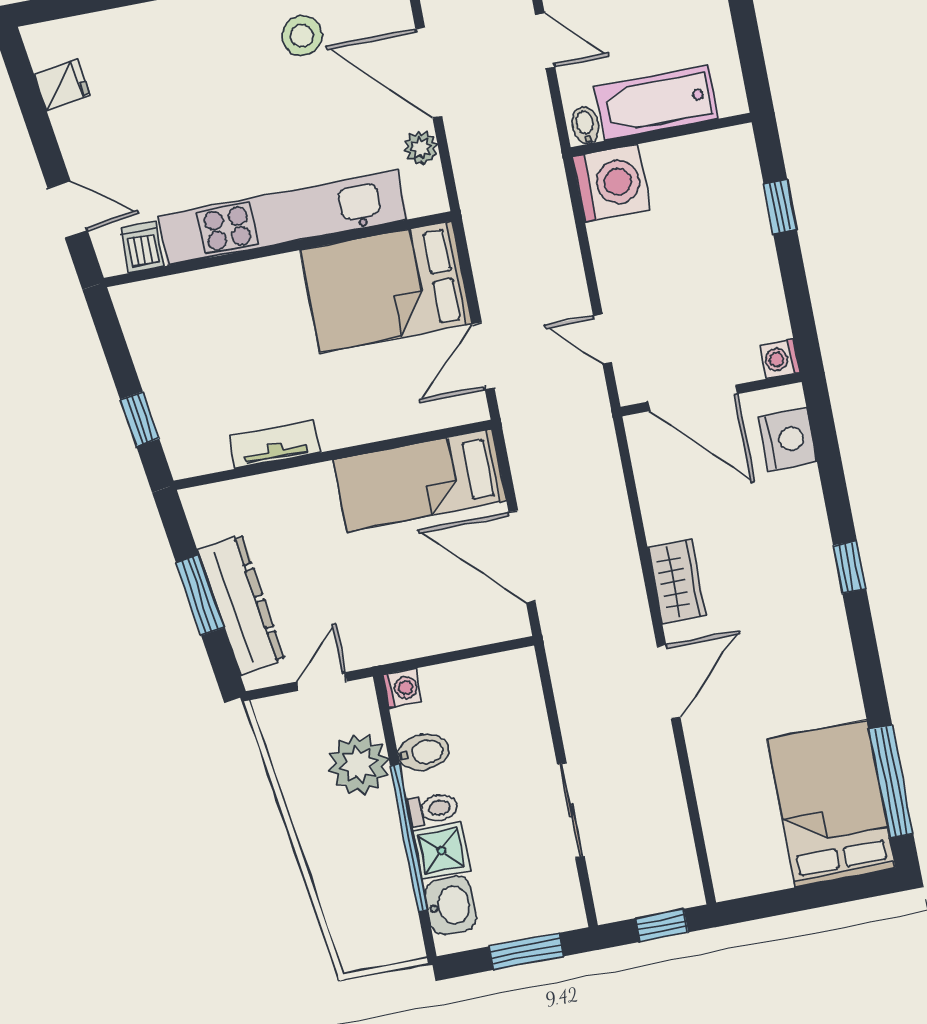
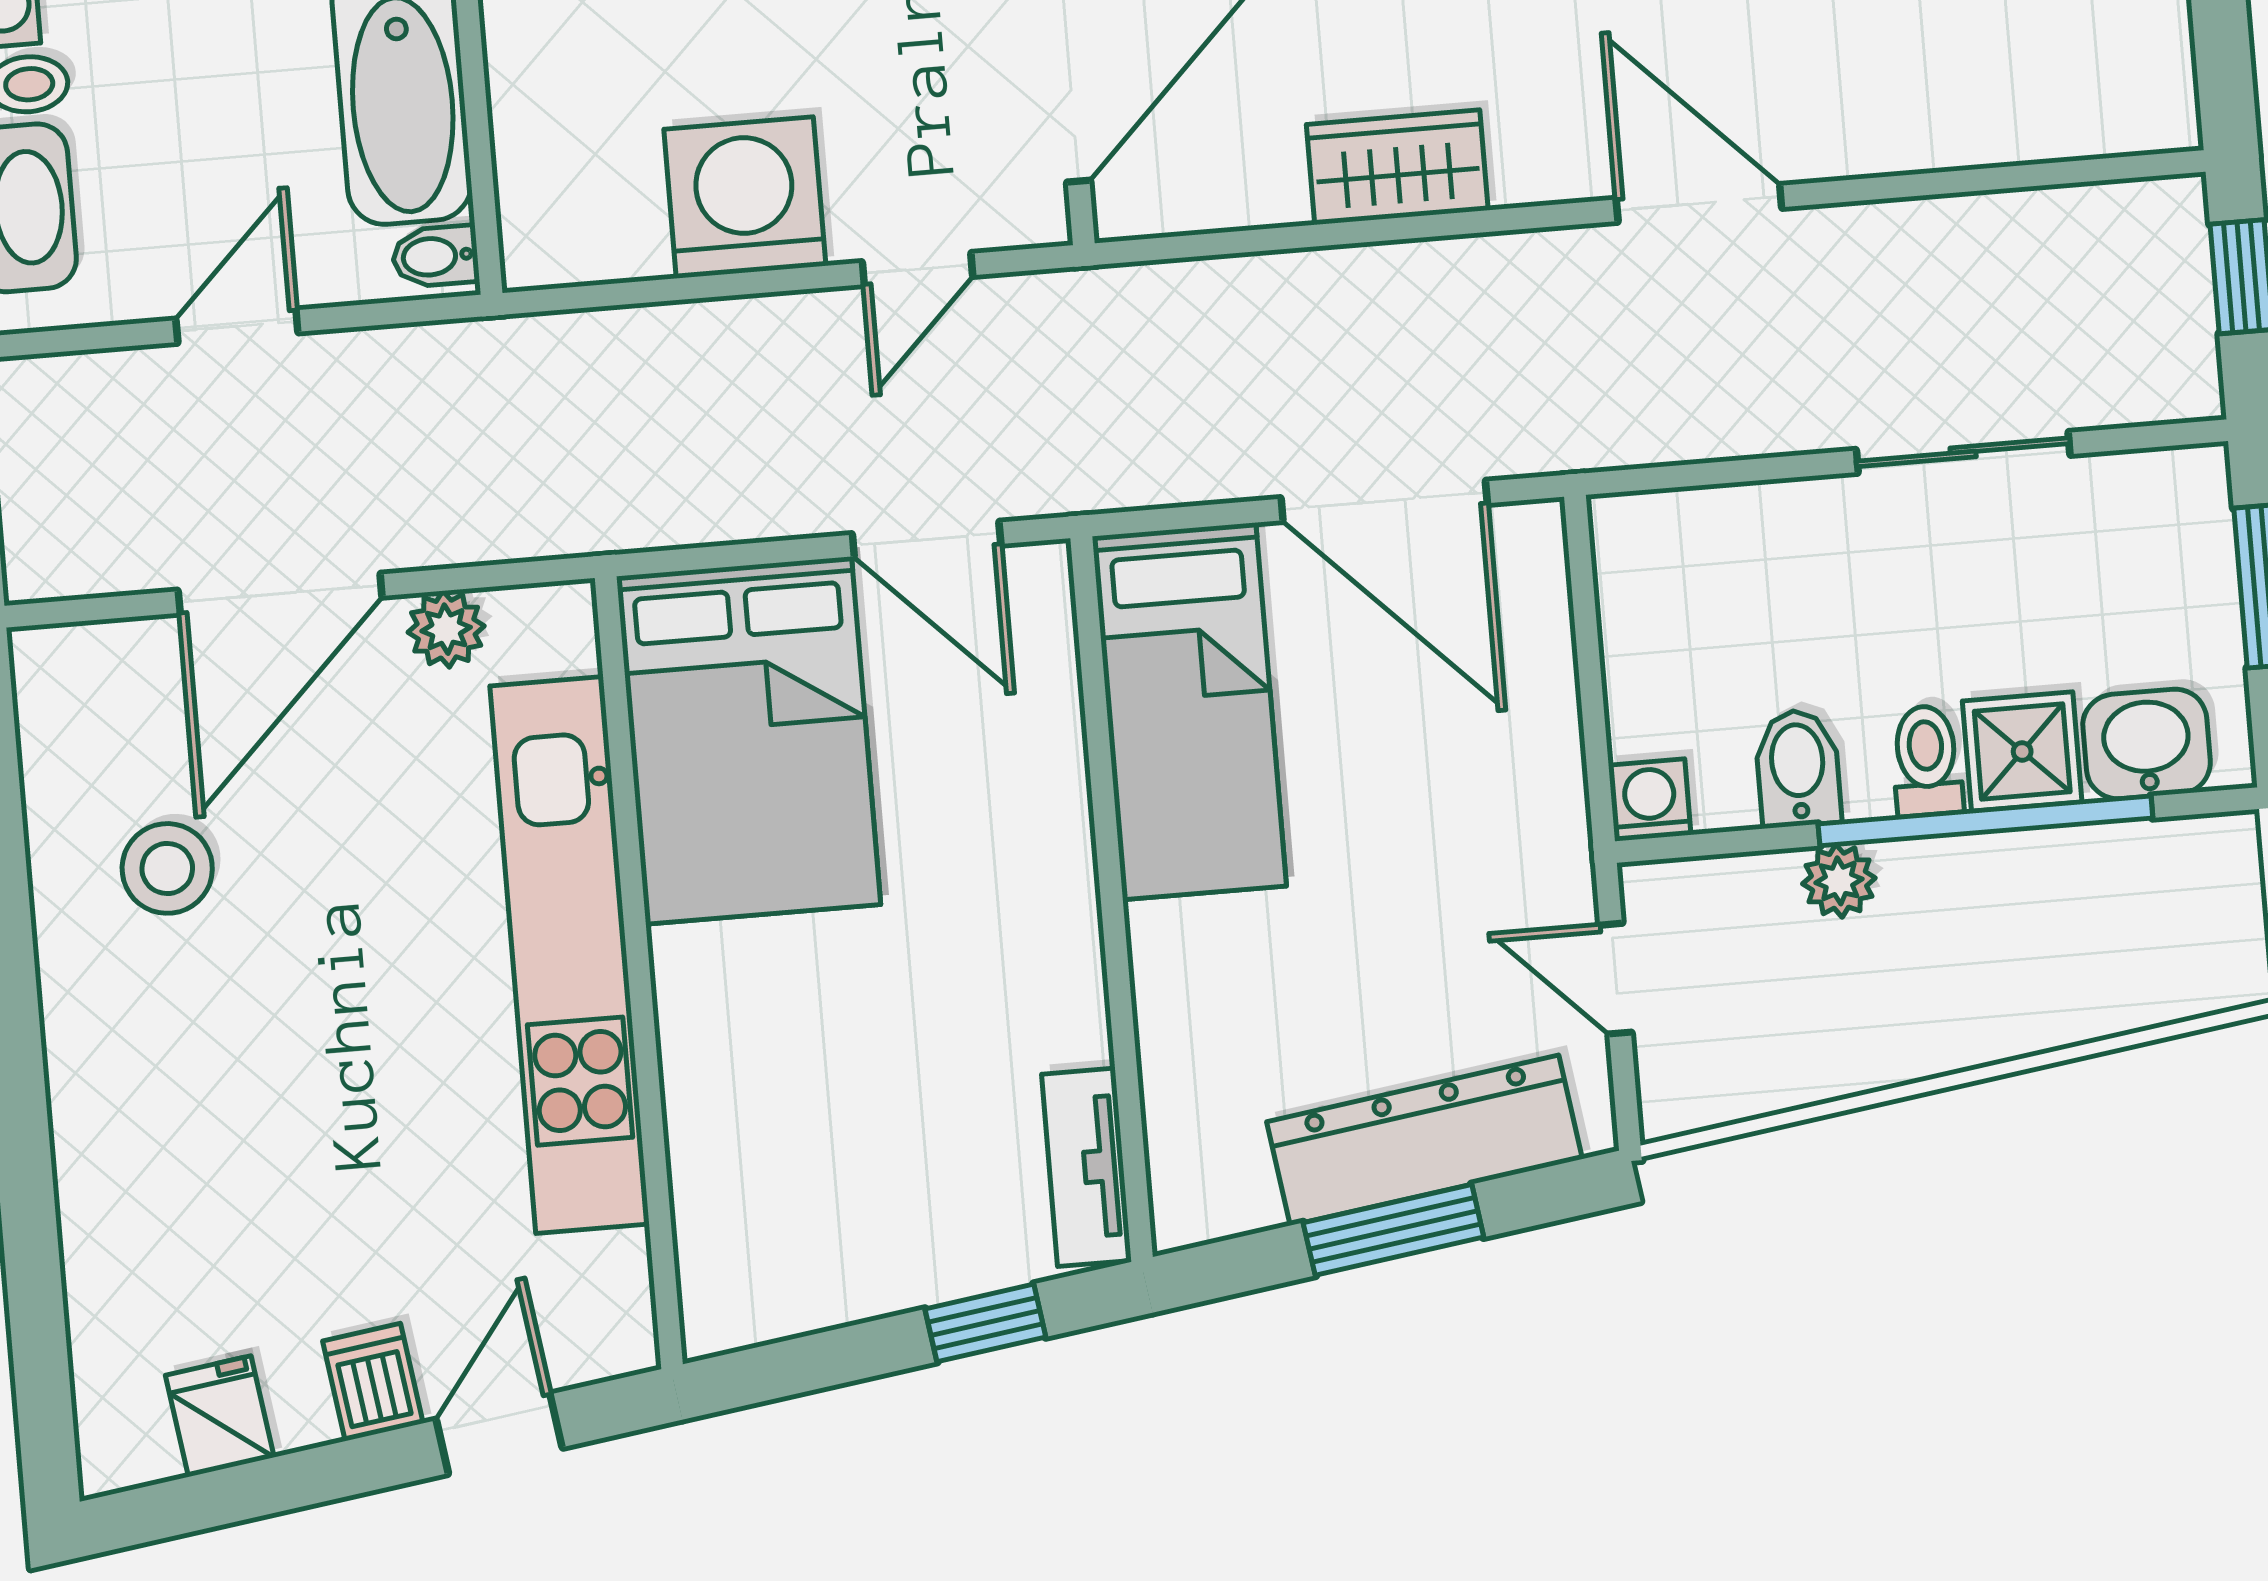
washing machine: (611, 183) -> (745, 197), moved
dishwasher: (142, 247) -> (373, 1382), moved, turned 82
tv unit: (274, 445) -> (1086, 1167), moved
door: (522, 557) -> (1384, 501), hinge flipped
wardrobe: (677, 581) -> (1397, 167), moved
plant: (359, 764) -> (1839, 881), width x0.53, depth x0.53

